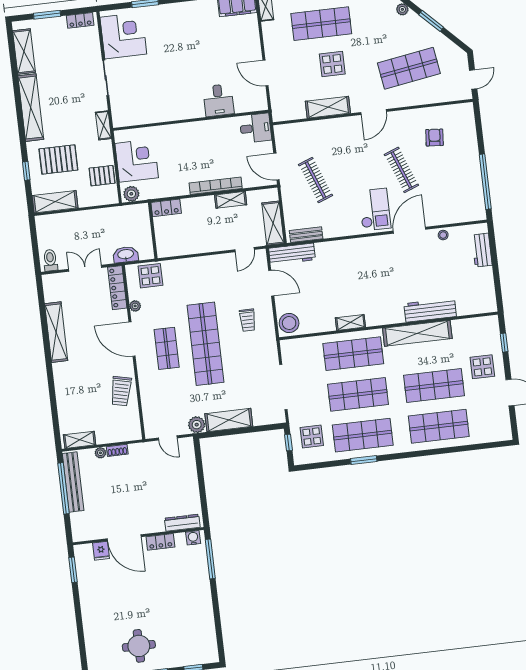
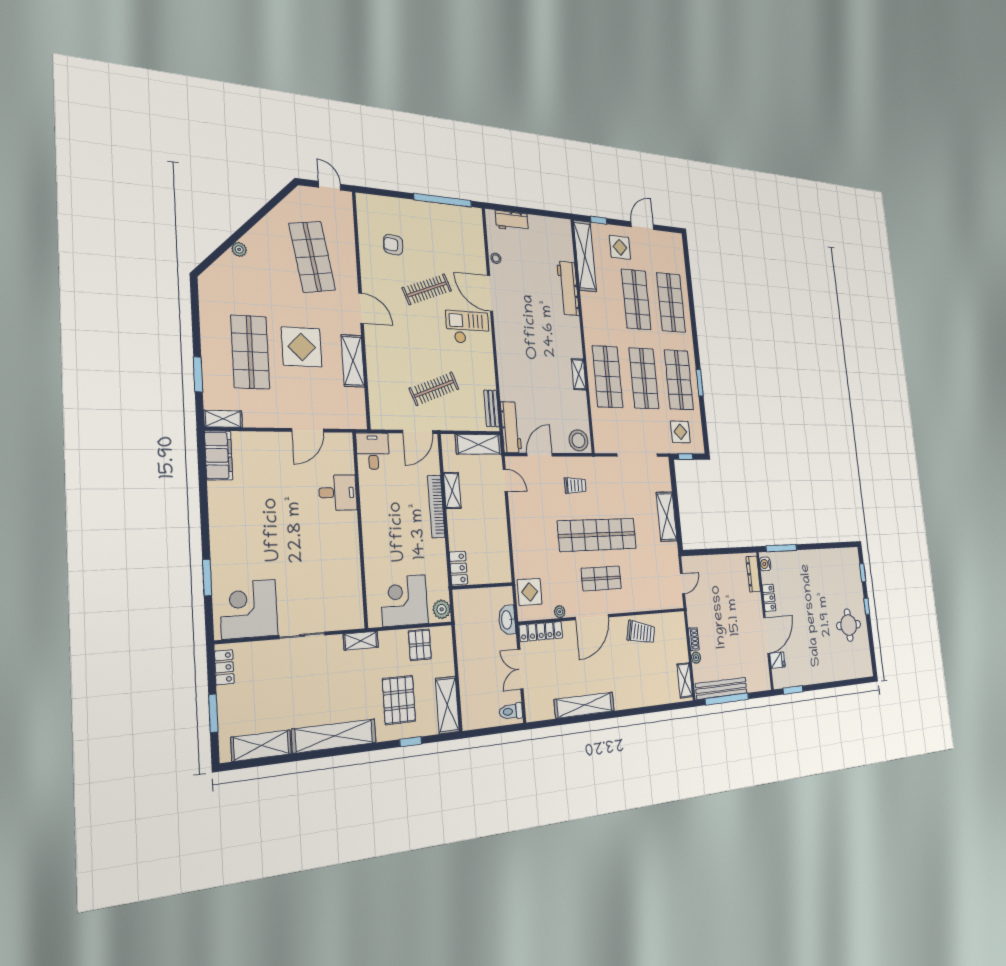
window: (431, 21) -> (256, 218), removed
display table: (332, 64) -> (302, 347), width x1.36, depth x1.36
shelving: (417, 333) -> (585, 256), moved
plant: (197, 425) -> (671, 551), removed

